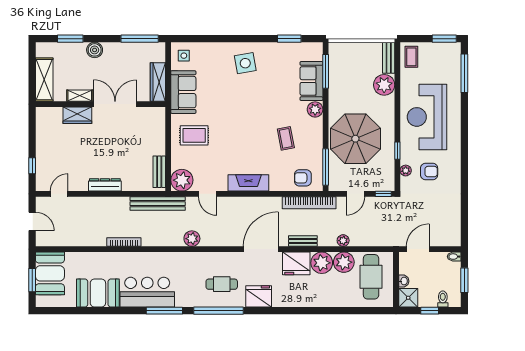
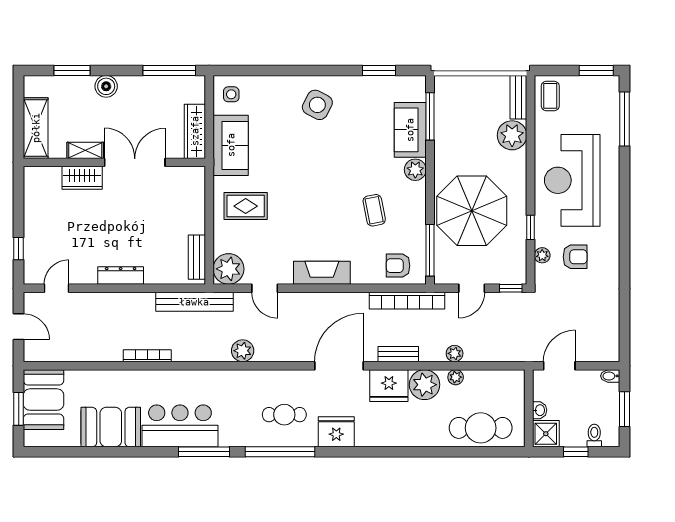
side table: (245, 63) -> (317, 105), turned 37
plant: (344, 262) -> (456, 377), width x0.53, depth x0.53
cafe table: (371, 277) -> (481, 428), moved, turned 90

